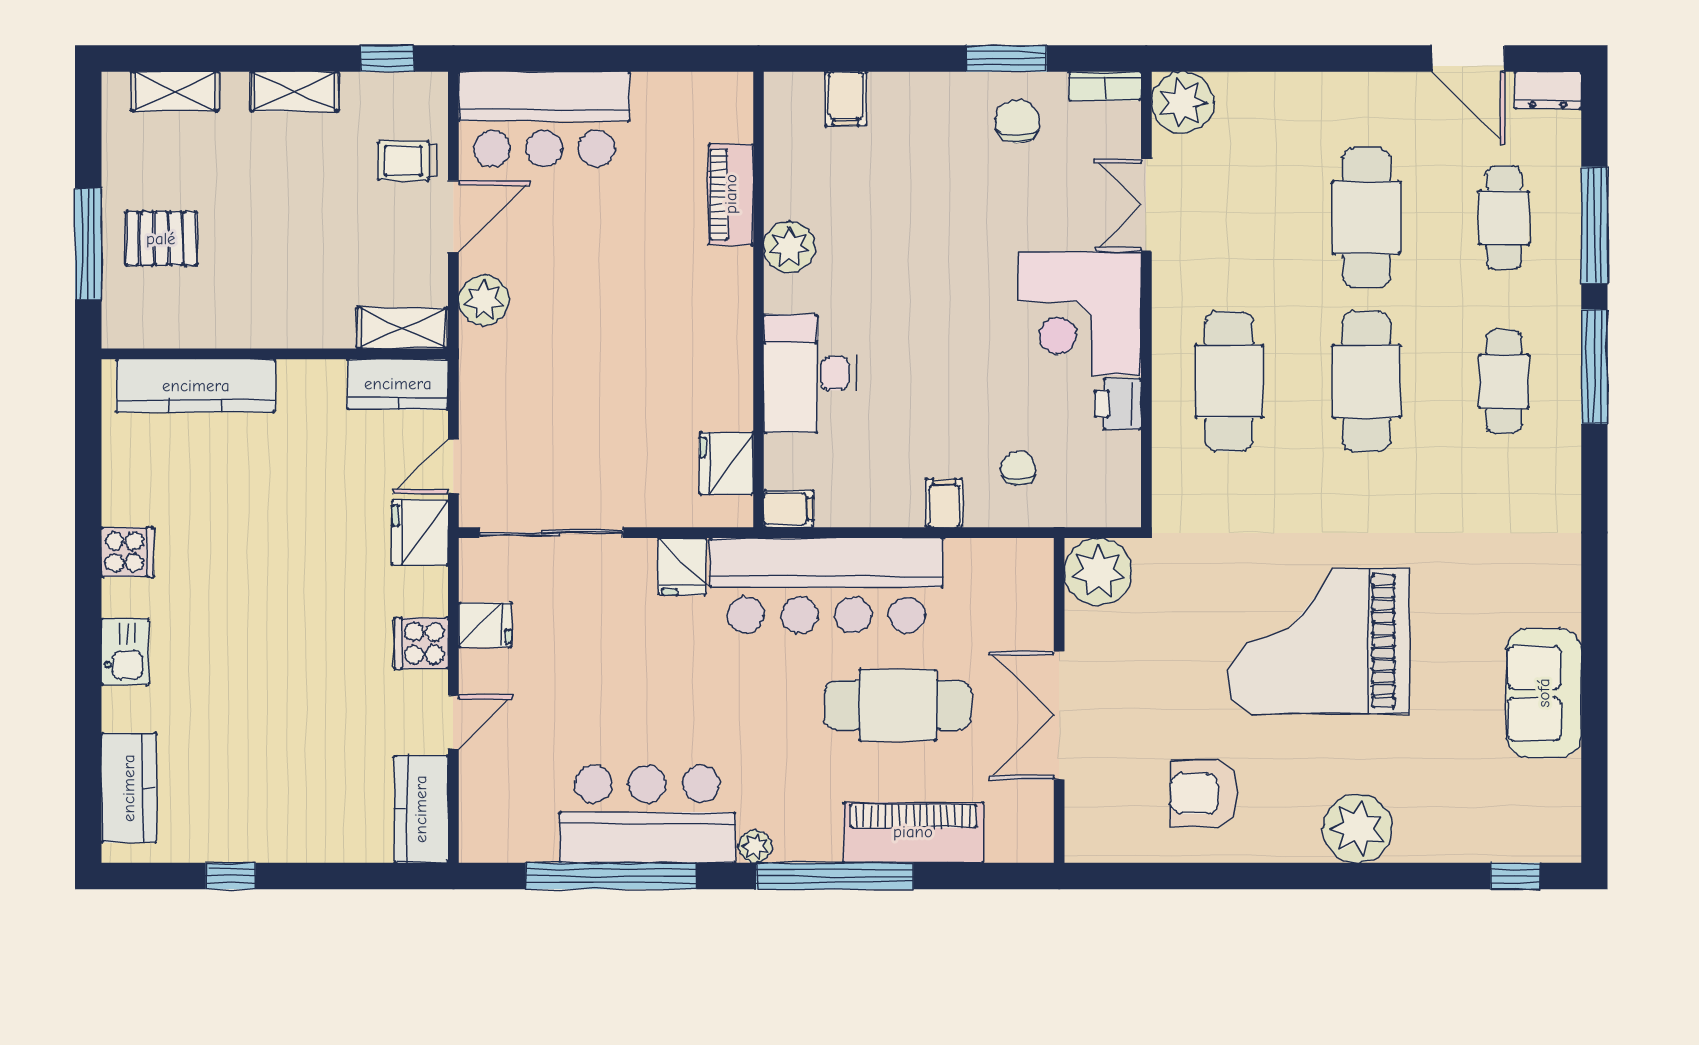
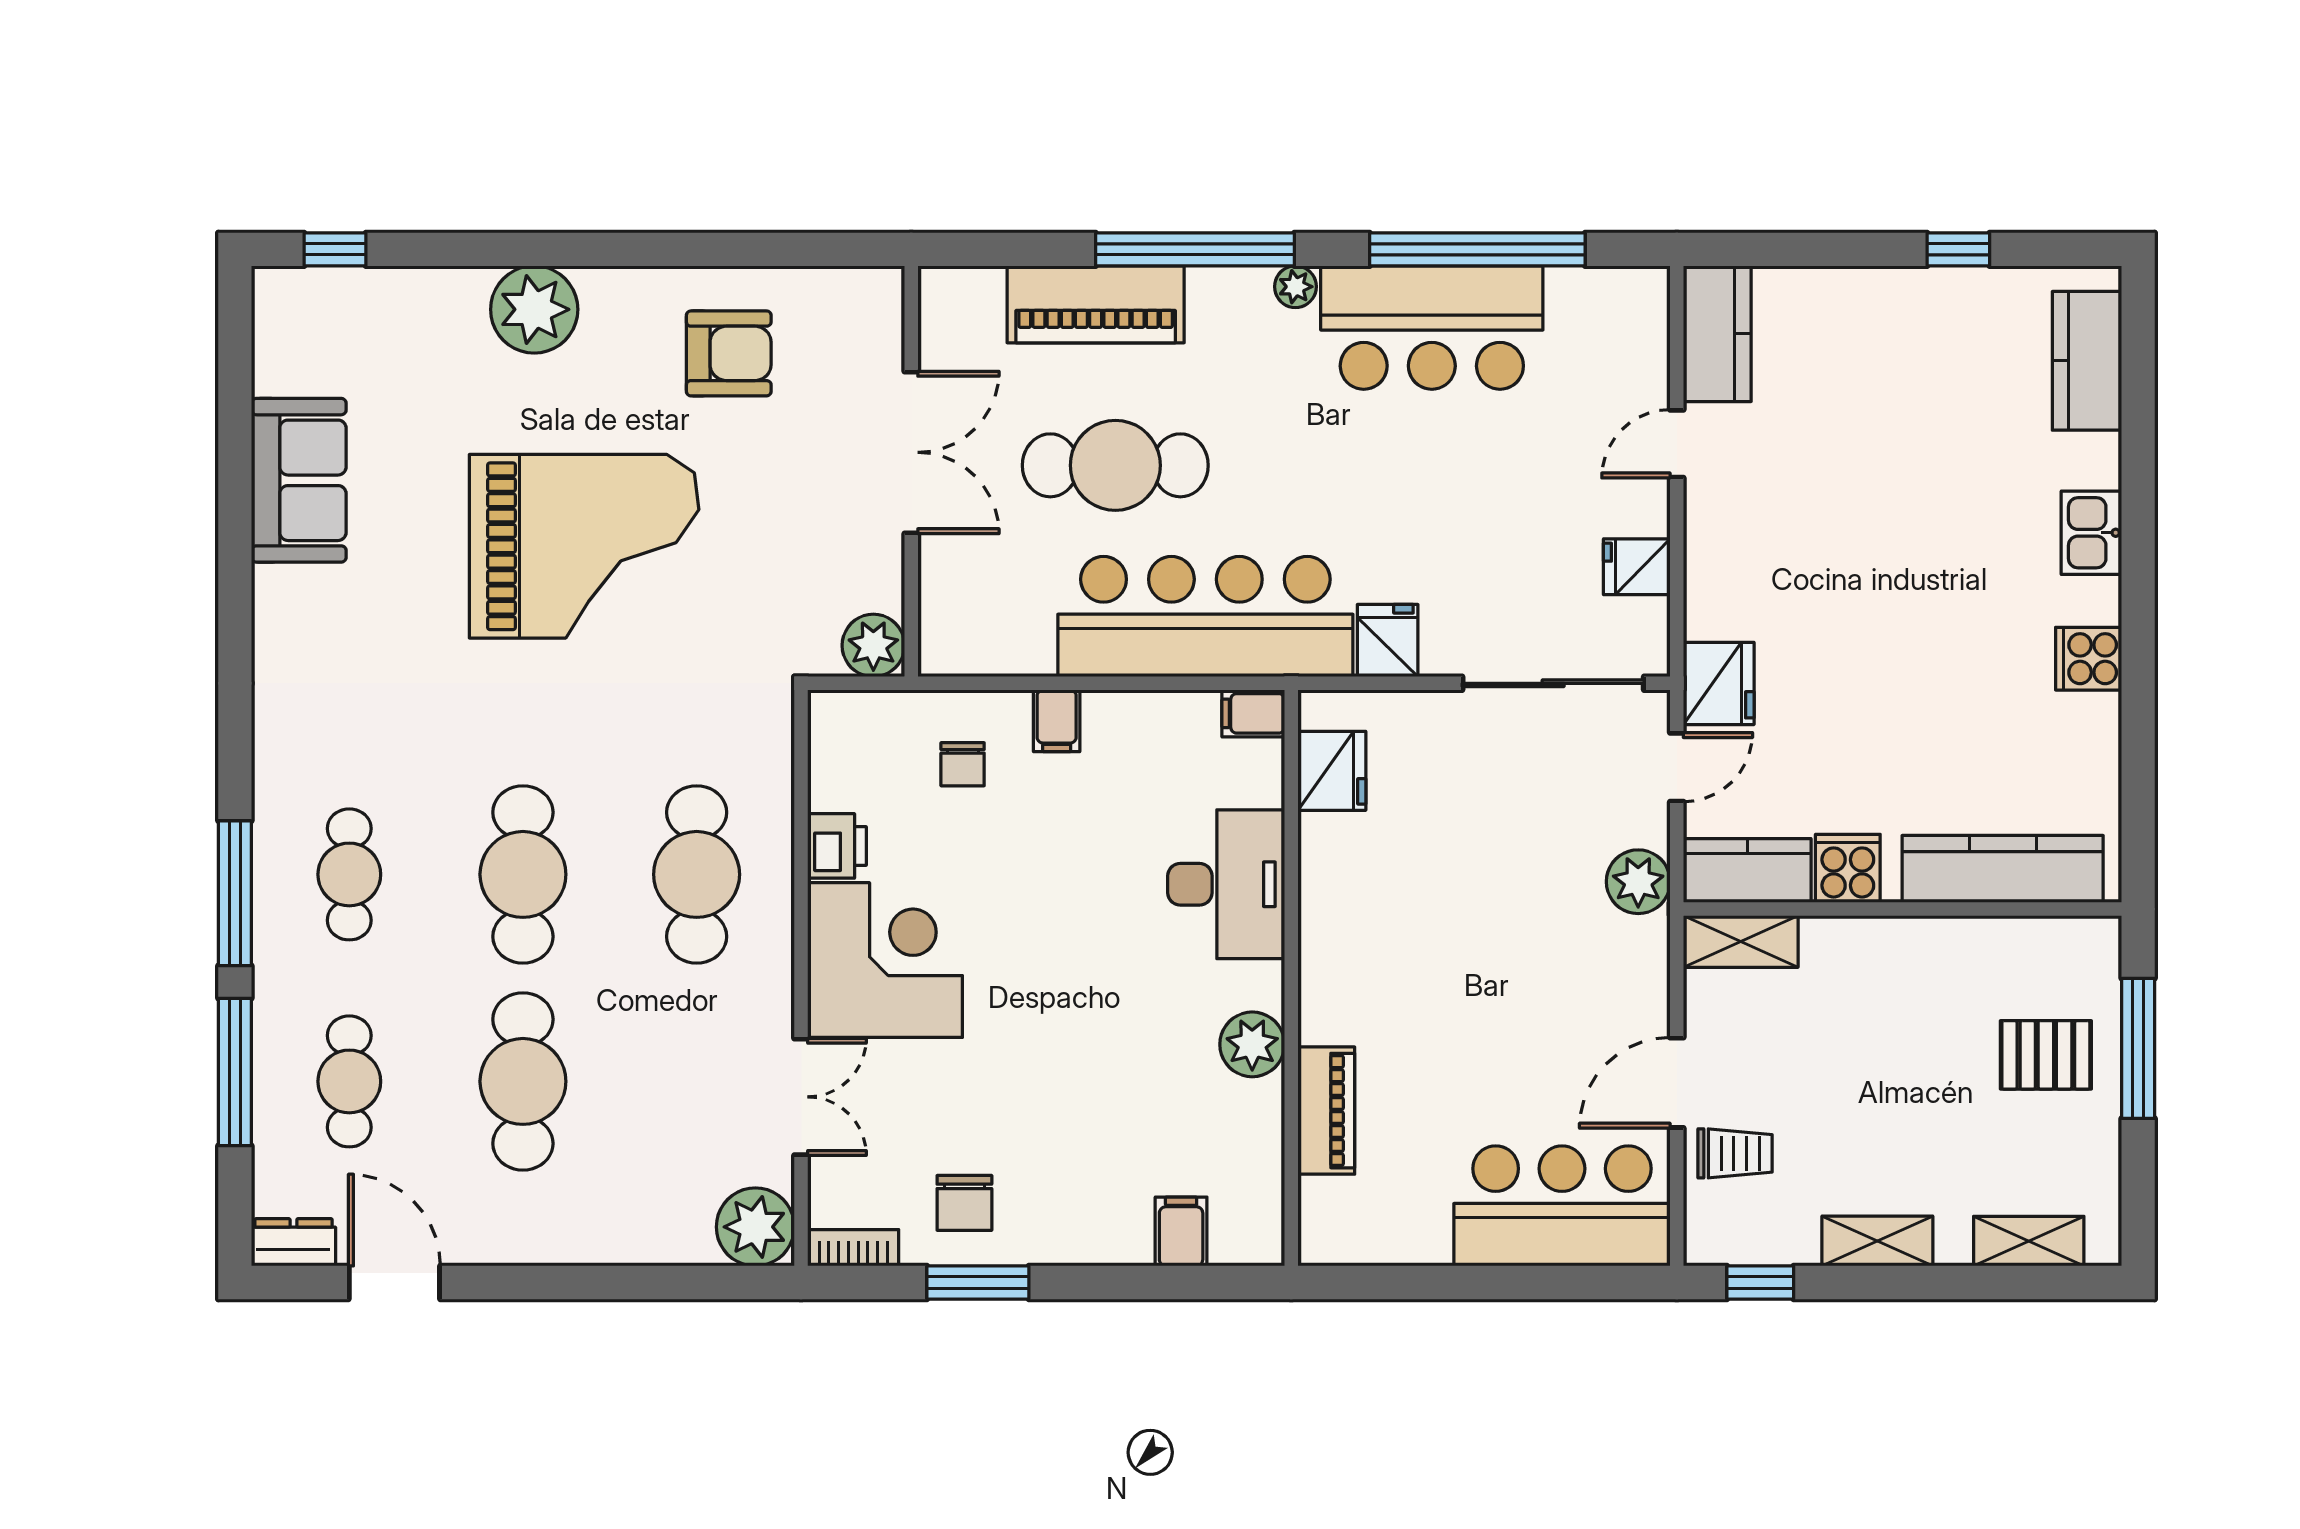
plant: (484, 300) -> (1638, 882), moved
plant: (1098, 572) -> (873, 645), width x0.73, depth x0.73
cooker: (421, 643) -> (1848, 868), moved, turned -90

